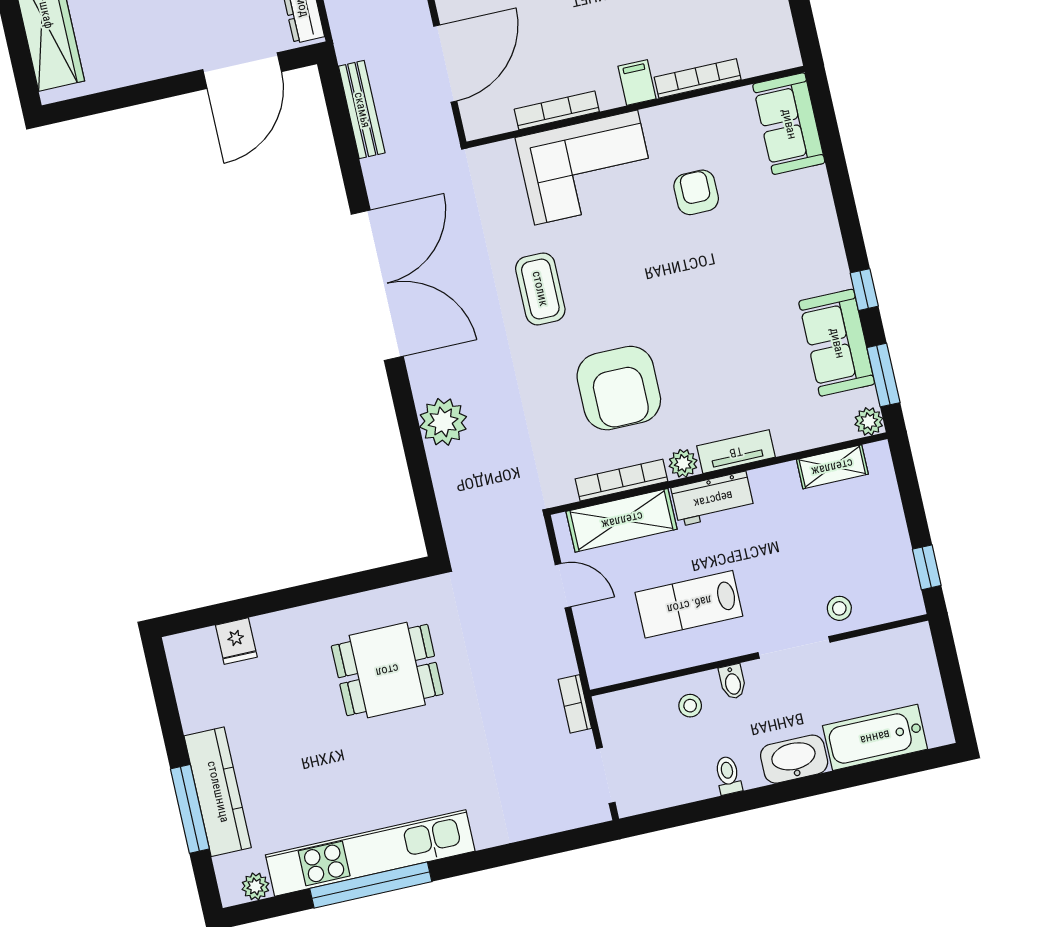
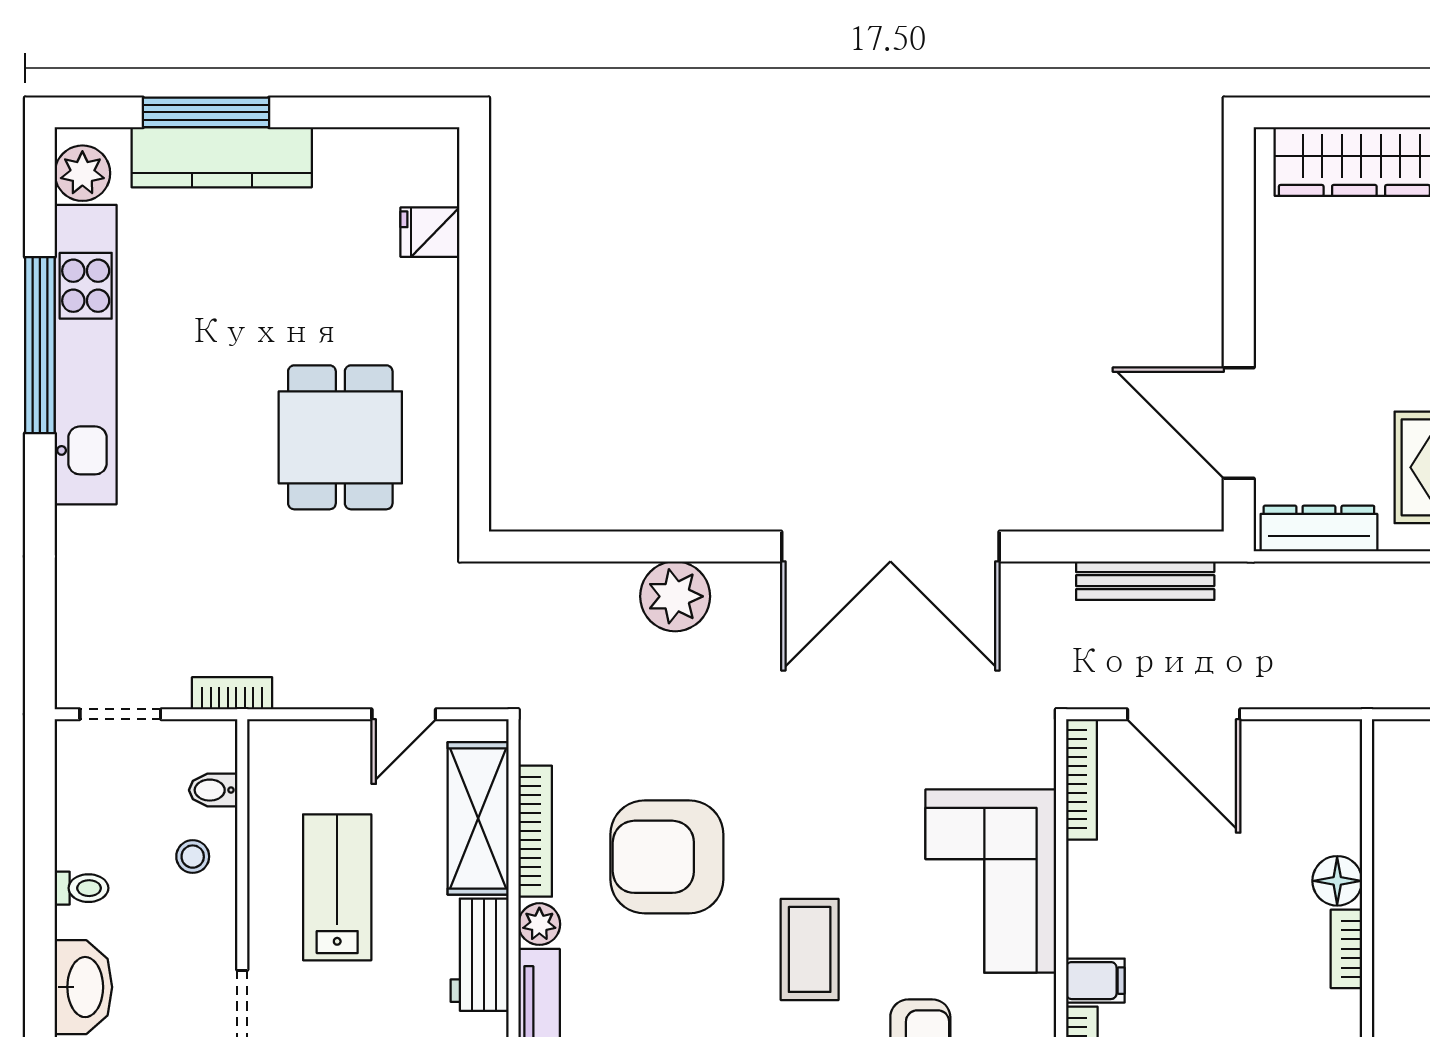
bookcase: (557, 110) -> (1081, 779), moved
coffee table: (540, 289) -> (810, 949), moved, turned 90
bidet: (732, 682) -> (213, 790), moved
plant: (255, 886) -> (82, 173), width x1.38, depth x1.38

